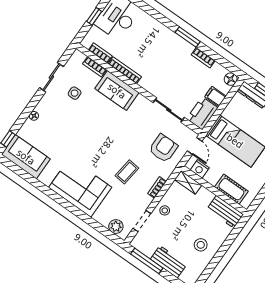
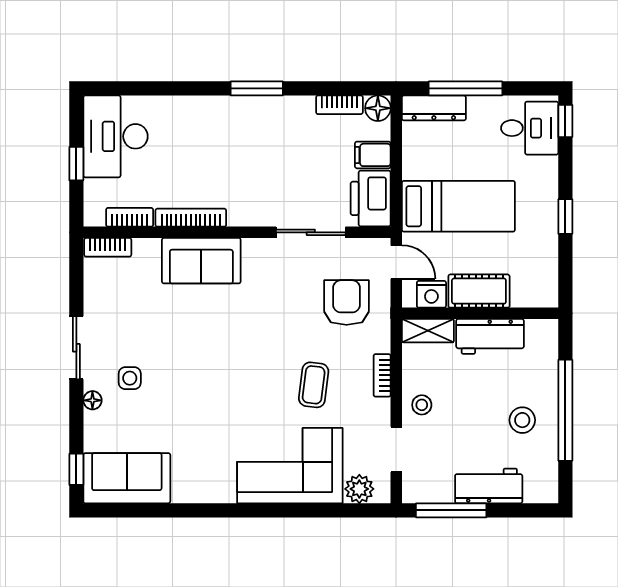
bookcase: (203, 58) -> (339, 105), moved
bookcase: (95, 67) -> (108, 247), moved
sliding door: (51, 77) -> (76, 348), moved
side table: (75, 93) -> (130, 378), moved
corner sofa: (80, 187) -> (290, 466), moved
cot: (231, 189) -> (479, 291), moved
workbench: (225, 212) -> (490, 336), moved
window: (221, 253) -> (565, 410), added

